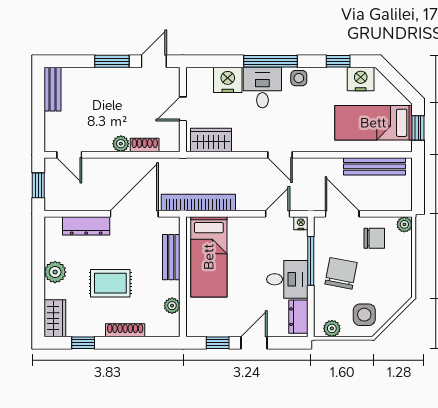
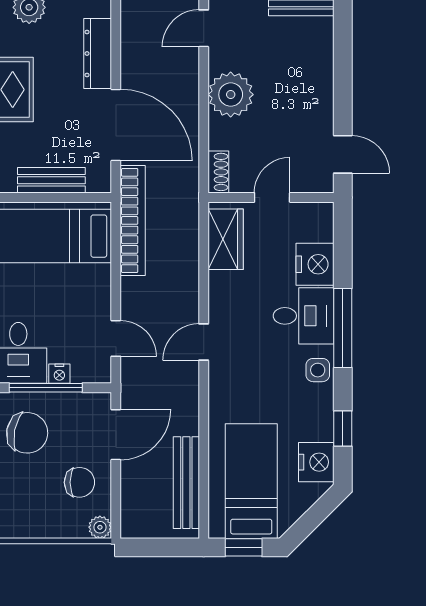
window: (112, 61) -> (343, 92), removed
door: (183, 109) -> (272, 197), hinge flipped
plant: (121, 144) -> (231, 95), width x1.88, depth x1.88
shoe rack: (145, 145) -> (218, 172), moved
nightstand: (301, 223) -> (59, 374), moved, turned 90
chair: (374, 238) -> (79, 482), turned -90

